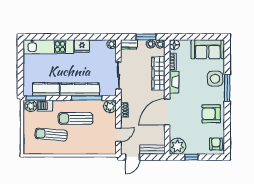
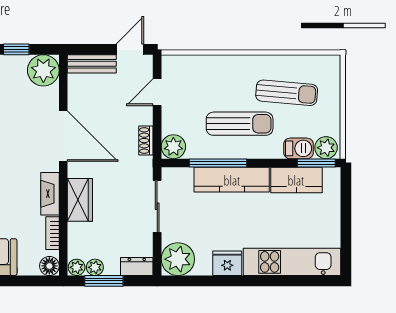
plant: (112, 44) -> (178, 259), width x1.88, depth x1.88
wardrobe: (158, 73) -> (80, 200), width x0.67
door: (167, 112) -> (63, 136), hinge flipped

